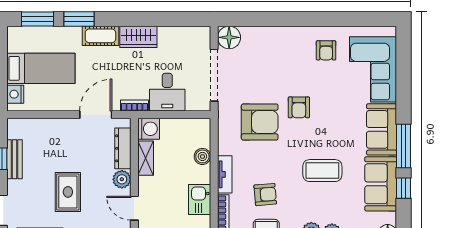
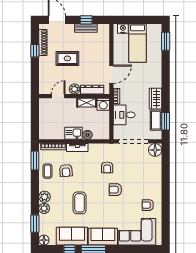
window: (79, 19) -> (166, 121), moved
cot: (100, 36) -> (156, 120), moved
door: (96, 115) -> (111, 74), hinge flipped
armchair: (260, 122) -> (107, 167), width x0.53, depth x0.53
kitchen sink: (200, 200) -> (73, 133), moved

